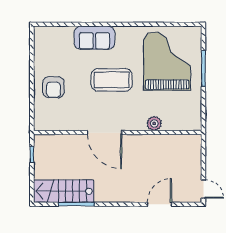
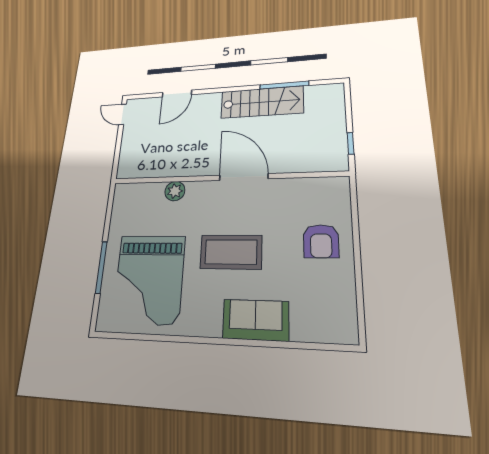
armchair: (53, 87) -> (321, 241), turned 180
stairs: (64, 191) -> (262, 102), moved

